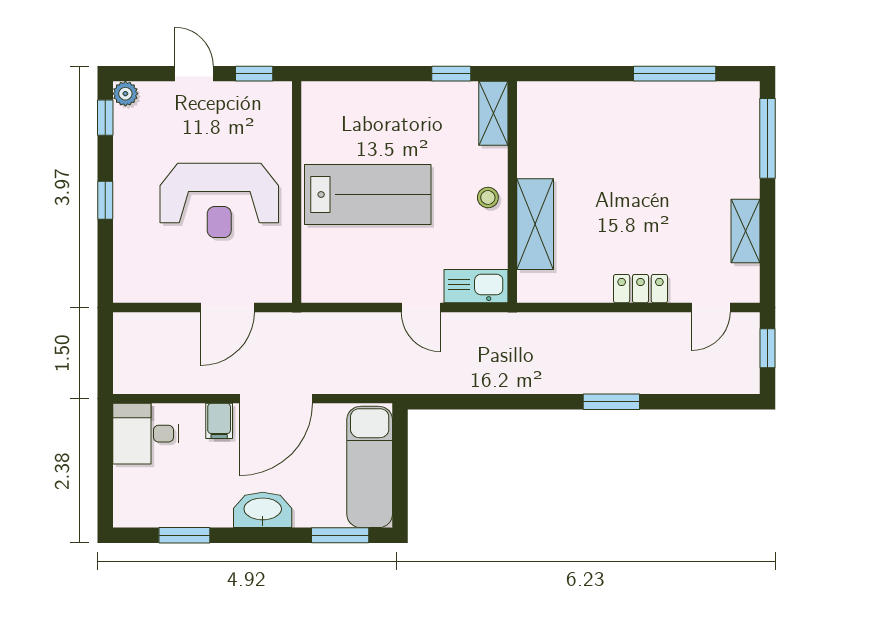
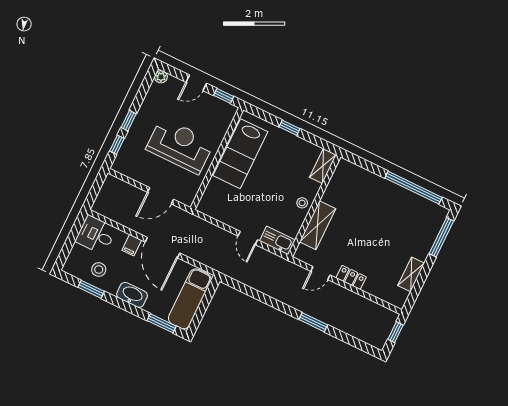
door: (194, 74) -> (196, 83), swing flipped
window: (451, 74) -> (289, 128), moved
window: (675, 74) -> (414, 188), width x1.46
window: (105, 118) -> (117, 145), moved
lab bench: (368, 194) -> (240, 154), moved, turned 90
reception desk: (219, 200) -> (180, 146), turned 180
door: (711, 307) -> (320, 273), moved
door: (276, 399) -> (162, 248), hinge flipped
stool: (181, 493) -> (99, 270), added

